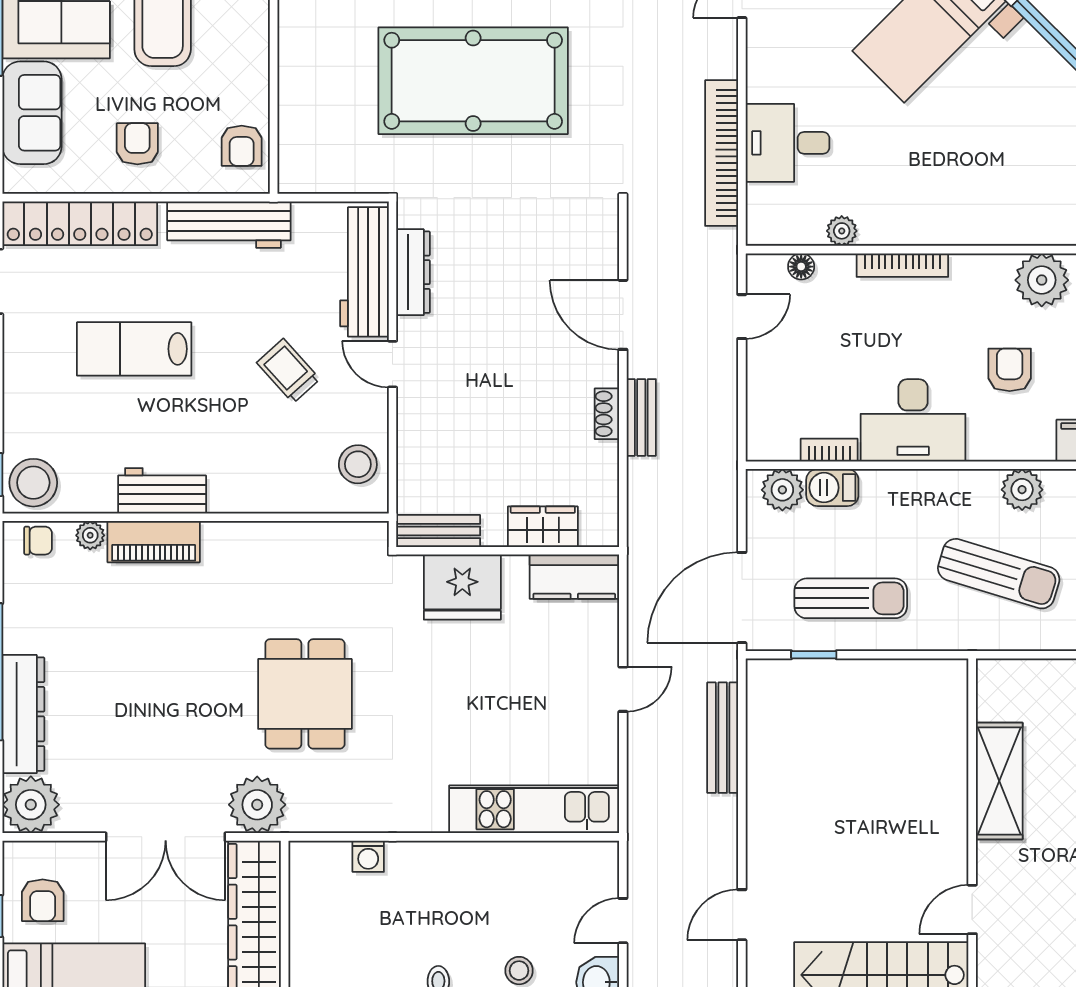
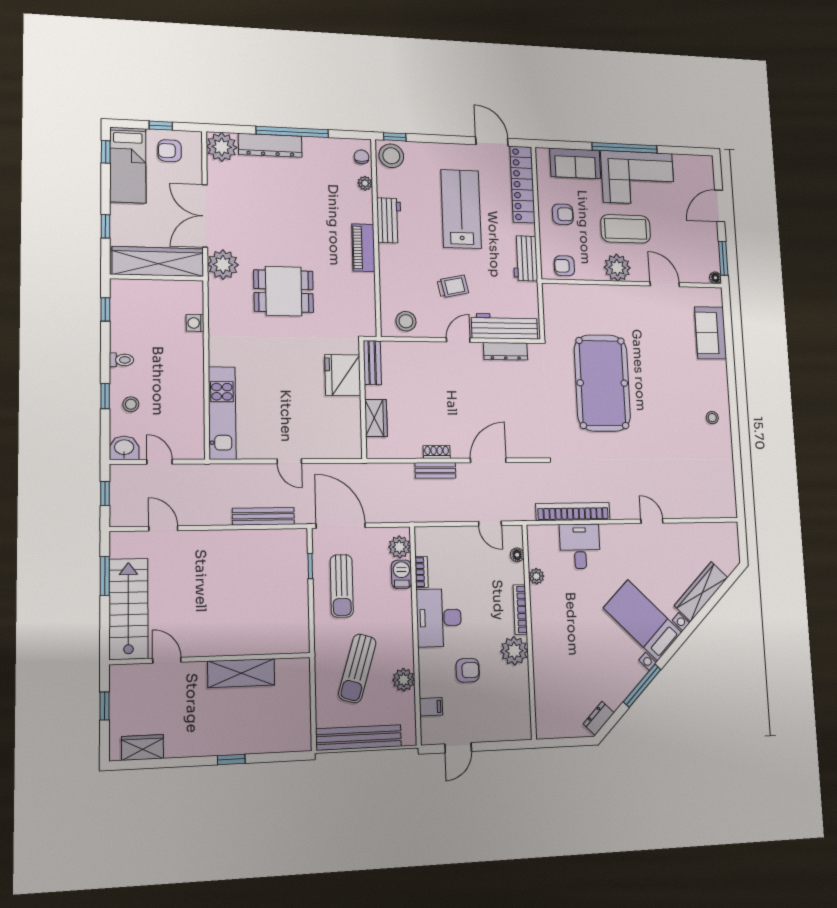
plant: (242, 37) -> (617, 268), added
workbench: (229, 225) -> (525, 258), width x0.73
plant: (1042, 280) -> (514, 651), moved
lab bench: (134, 349) -> (461, 209), width x1.36, depth x1.39
trolley: (288, 371) -> (453, 286), turned 30
chair: (38, 541) -> (361, 157), turned 180
piano: (154, 542) -> (363, 248), moved
kitchen counter: (574, 577) -> (350, 435), removed

